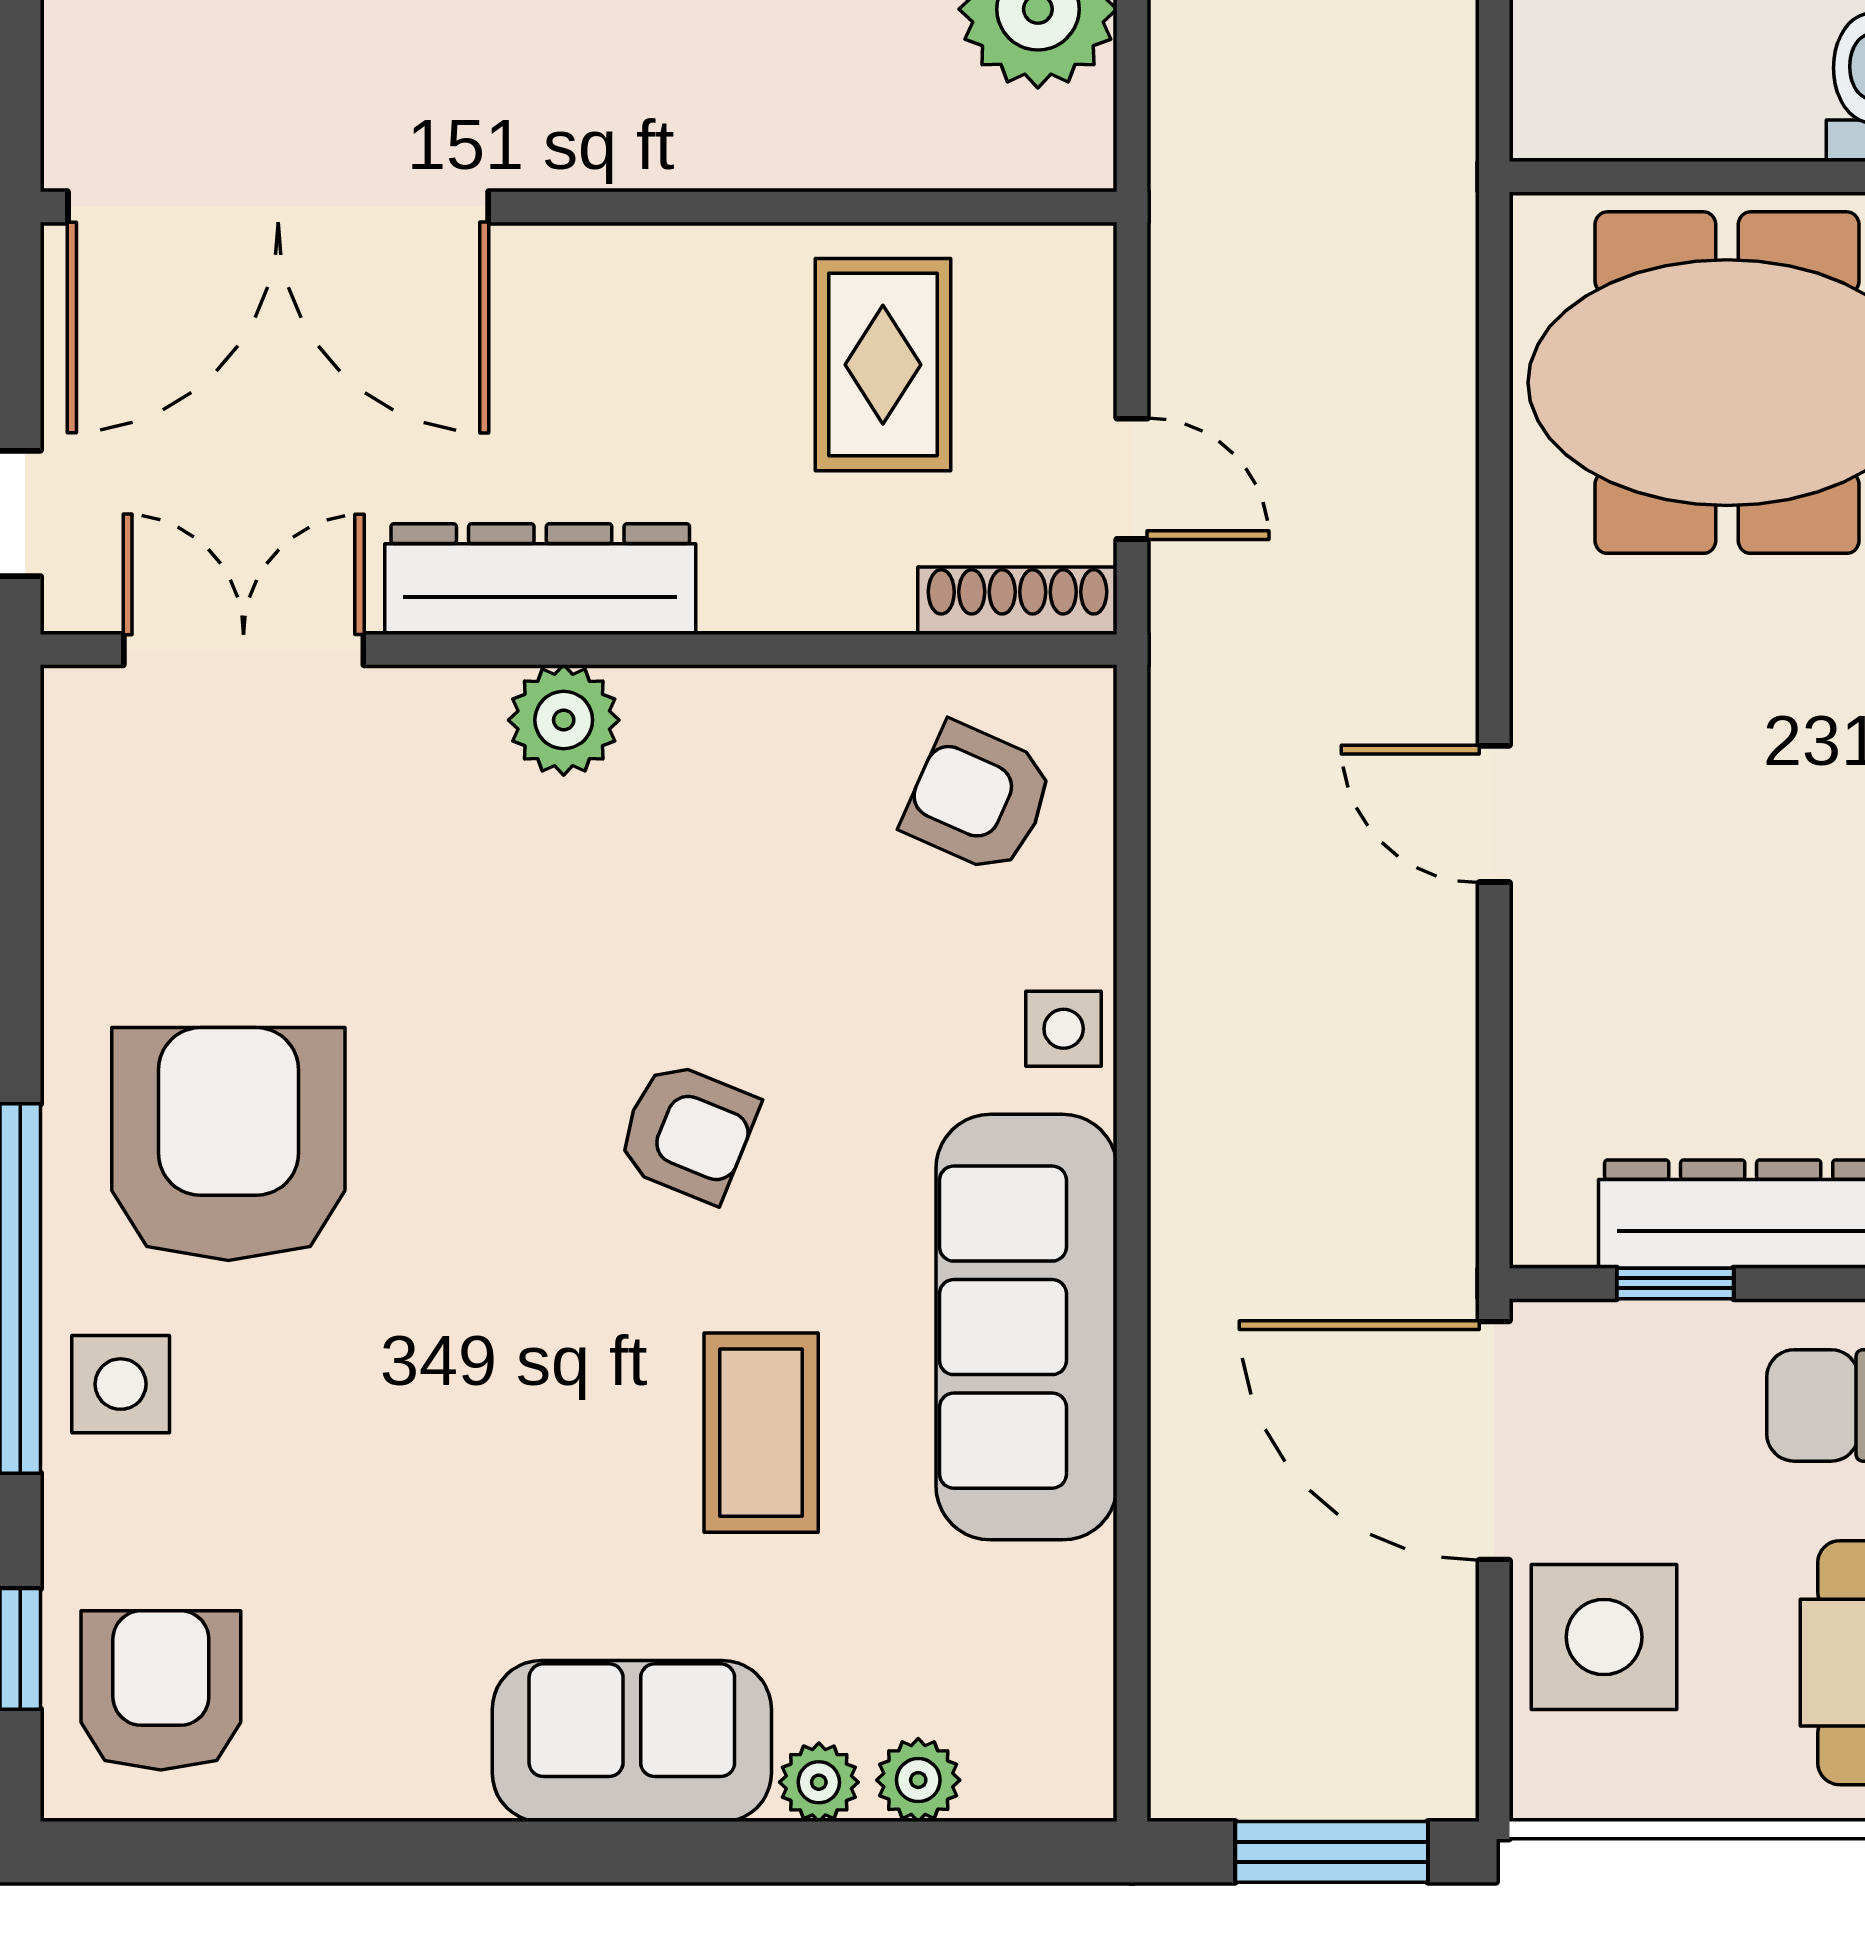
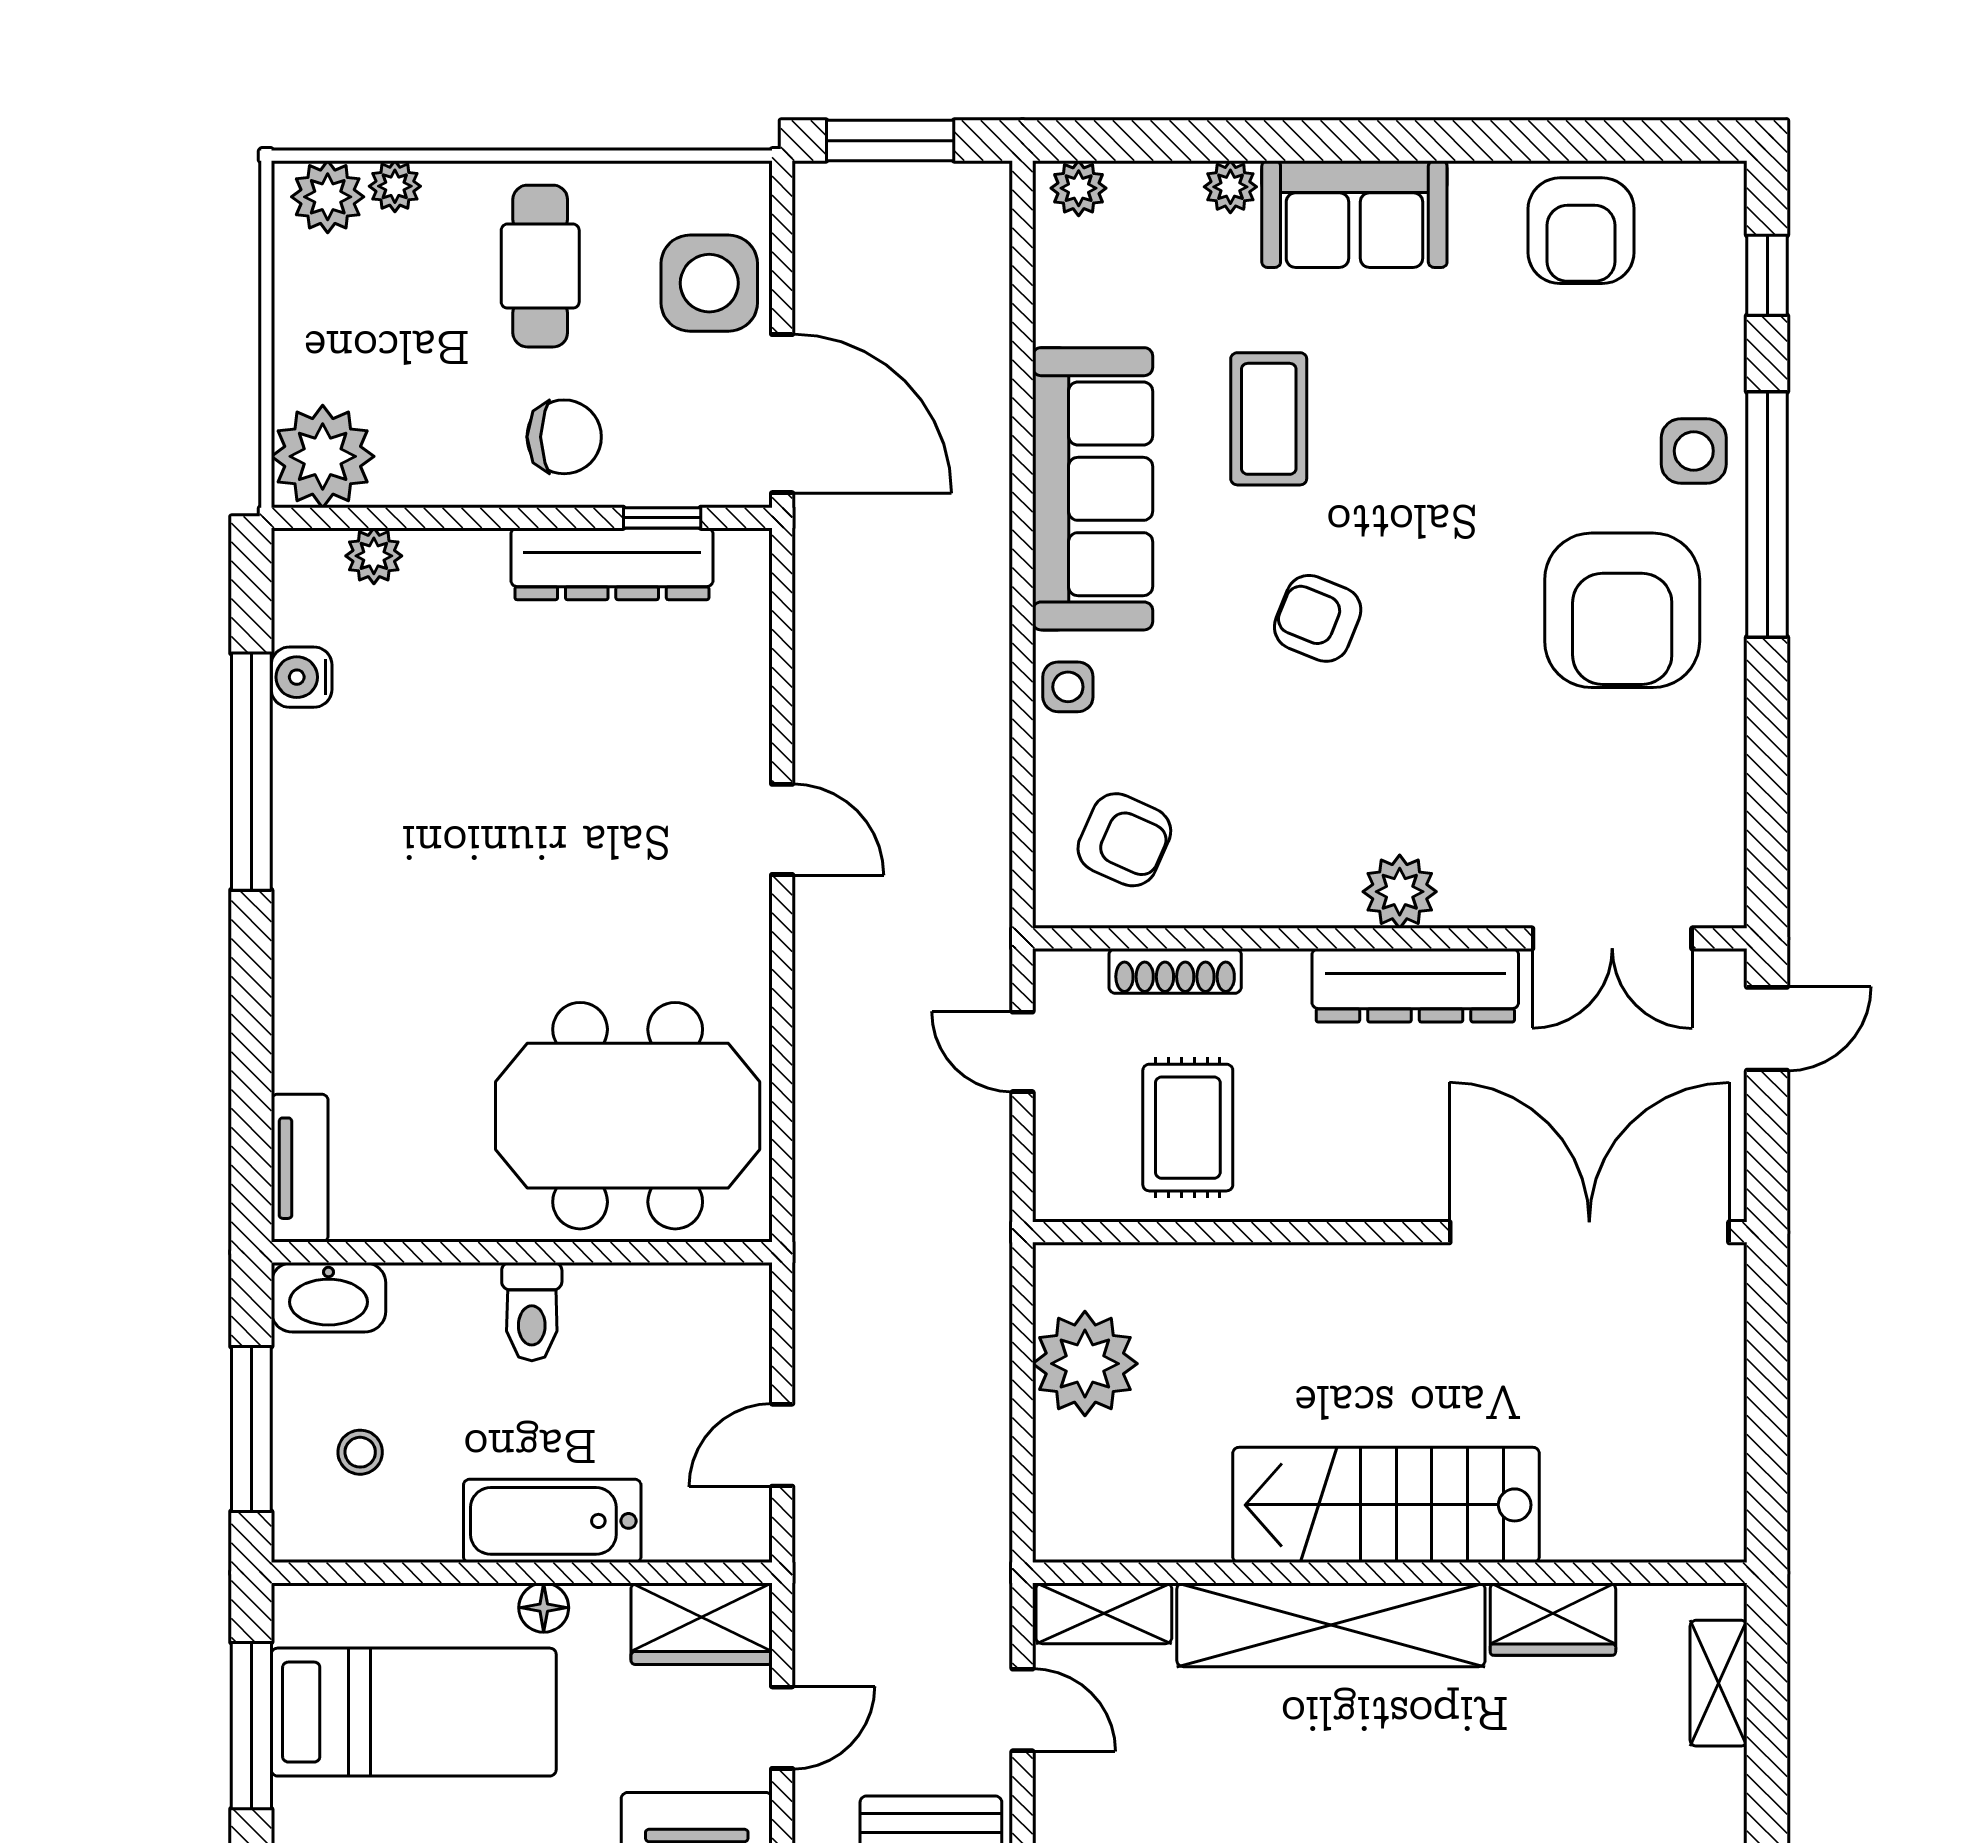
shoe rack: (1017, 601) -> (1175, 971), moved
armchair: (161, 1690) -> (1581, 231), moved
plant: (918, 1780) -> (1079, 188), moved

